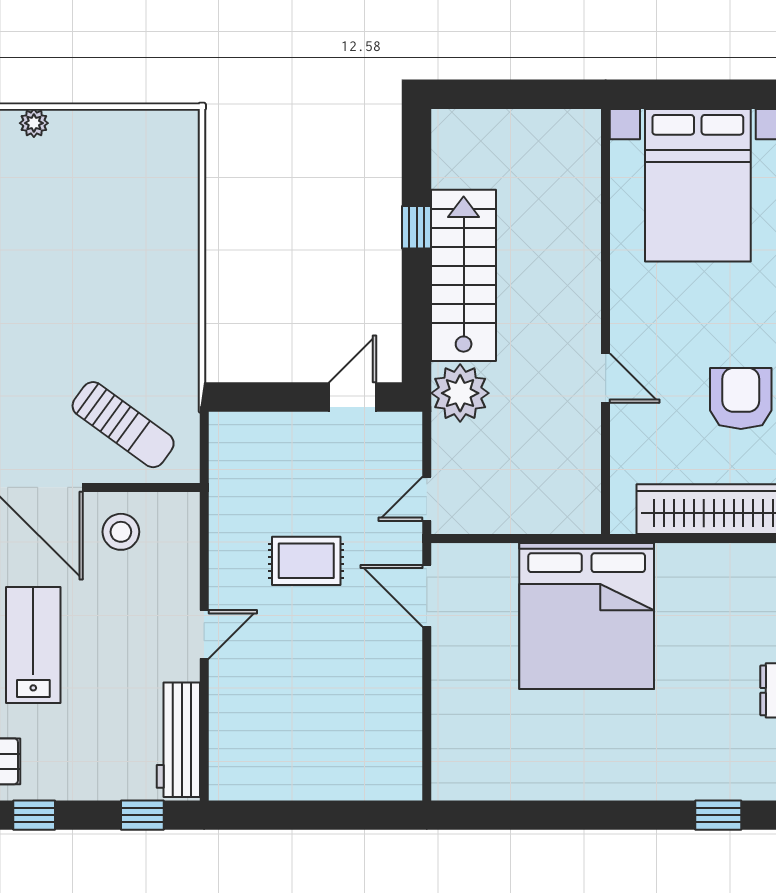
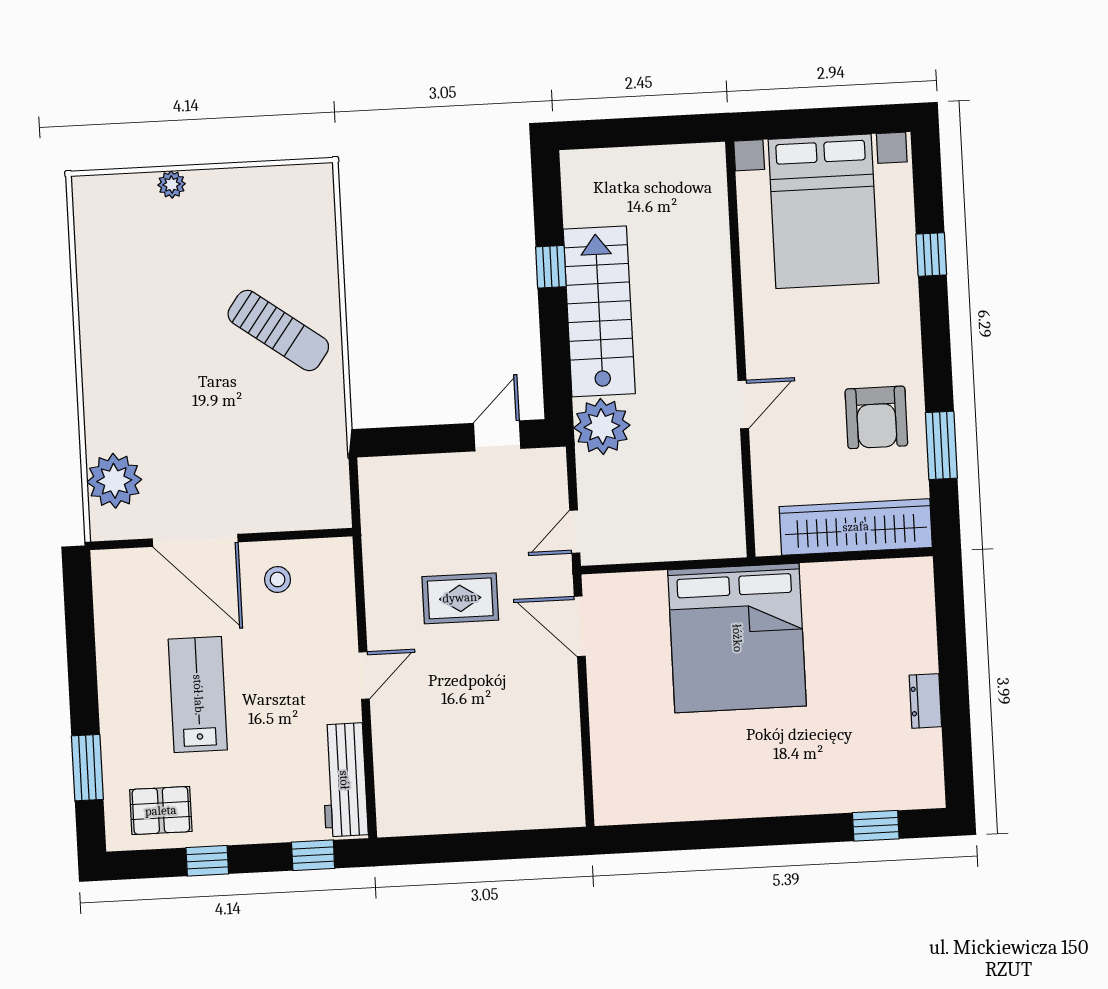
door: (606, 378) -> (743, 404), hinge flipped
armchair: (741, 398) -> (876, 417), turned 180
sun lounger: (123, 425) -> (278, 330), moved
stool: (121, 532) -> (278, 579), width x0.73, depth x0.73

